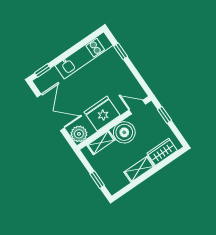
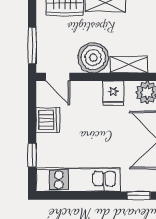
dishwasher: (126, 78) -> (48, 120), added
fridge: (102, 114) -> (113, 93), width x0.53, depth x0.75
window: (165, 115) -> (32, 46), width x1.50

